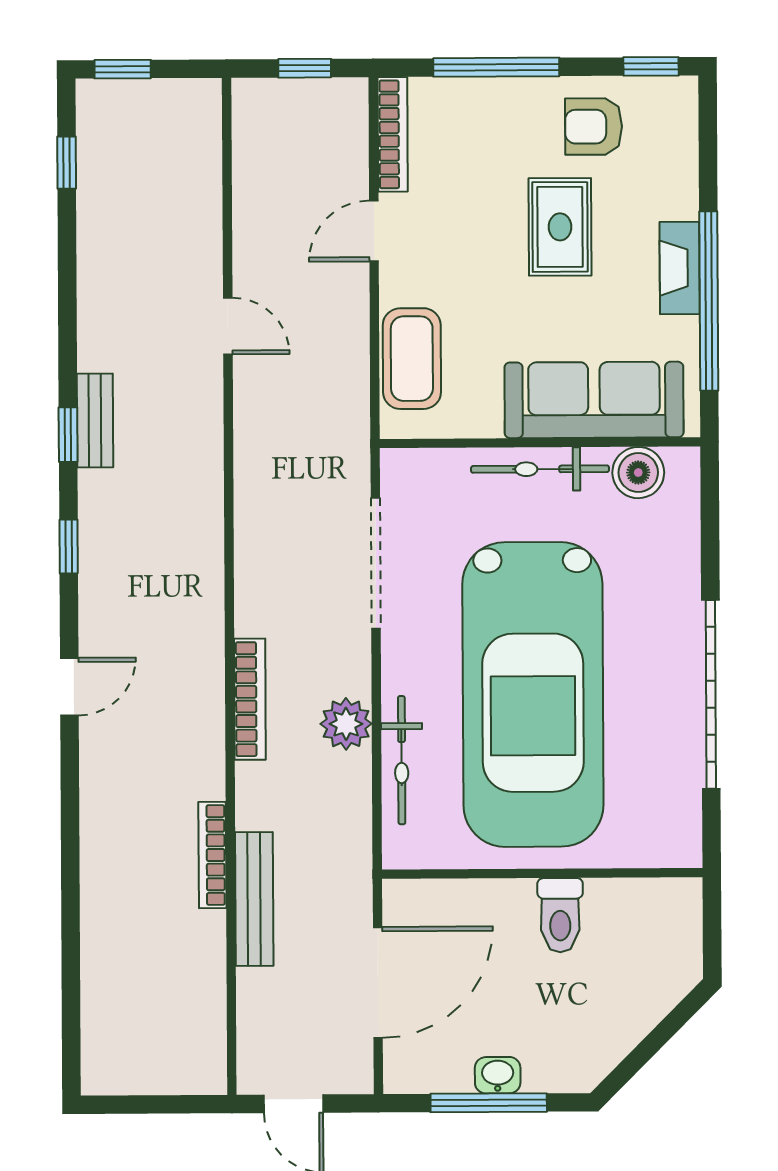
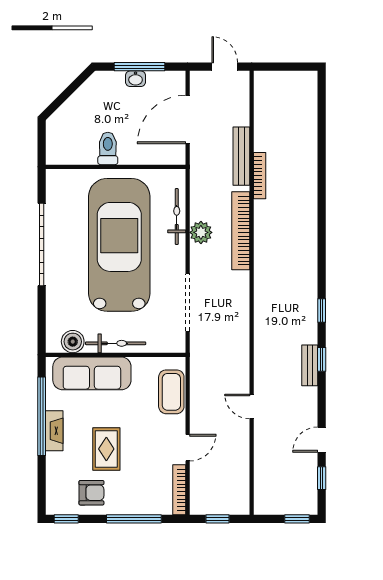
door: (69, 687) -> (322, 440), moved
bookcase: (250, 699) -> (241, 231), width x1.48, depth x1.31

